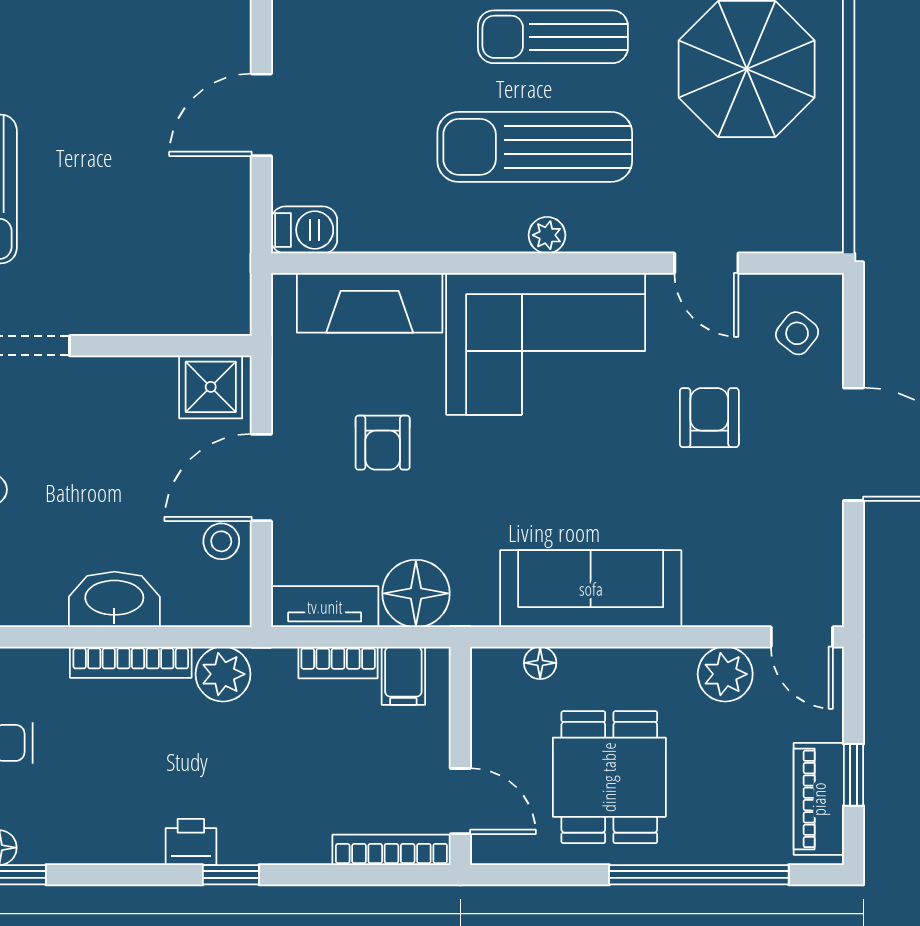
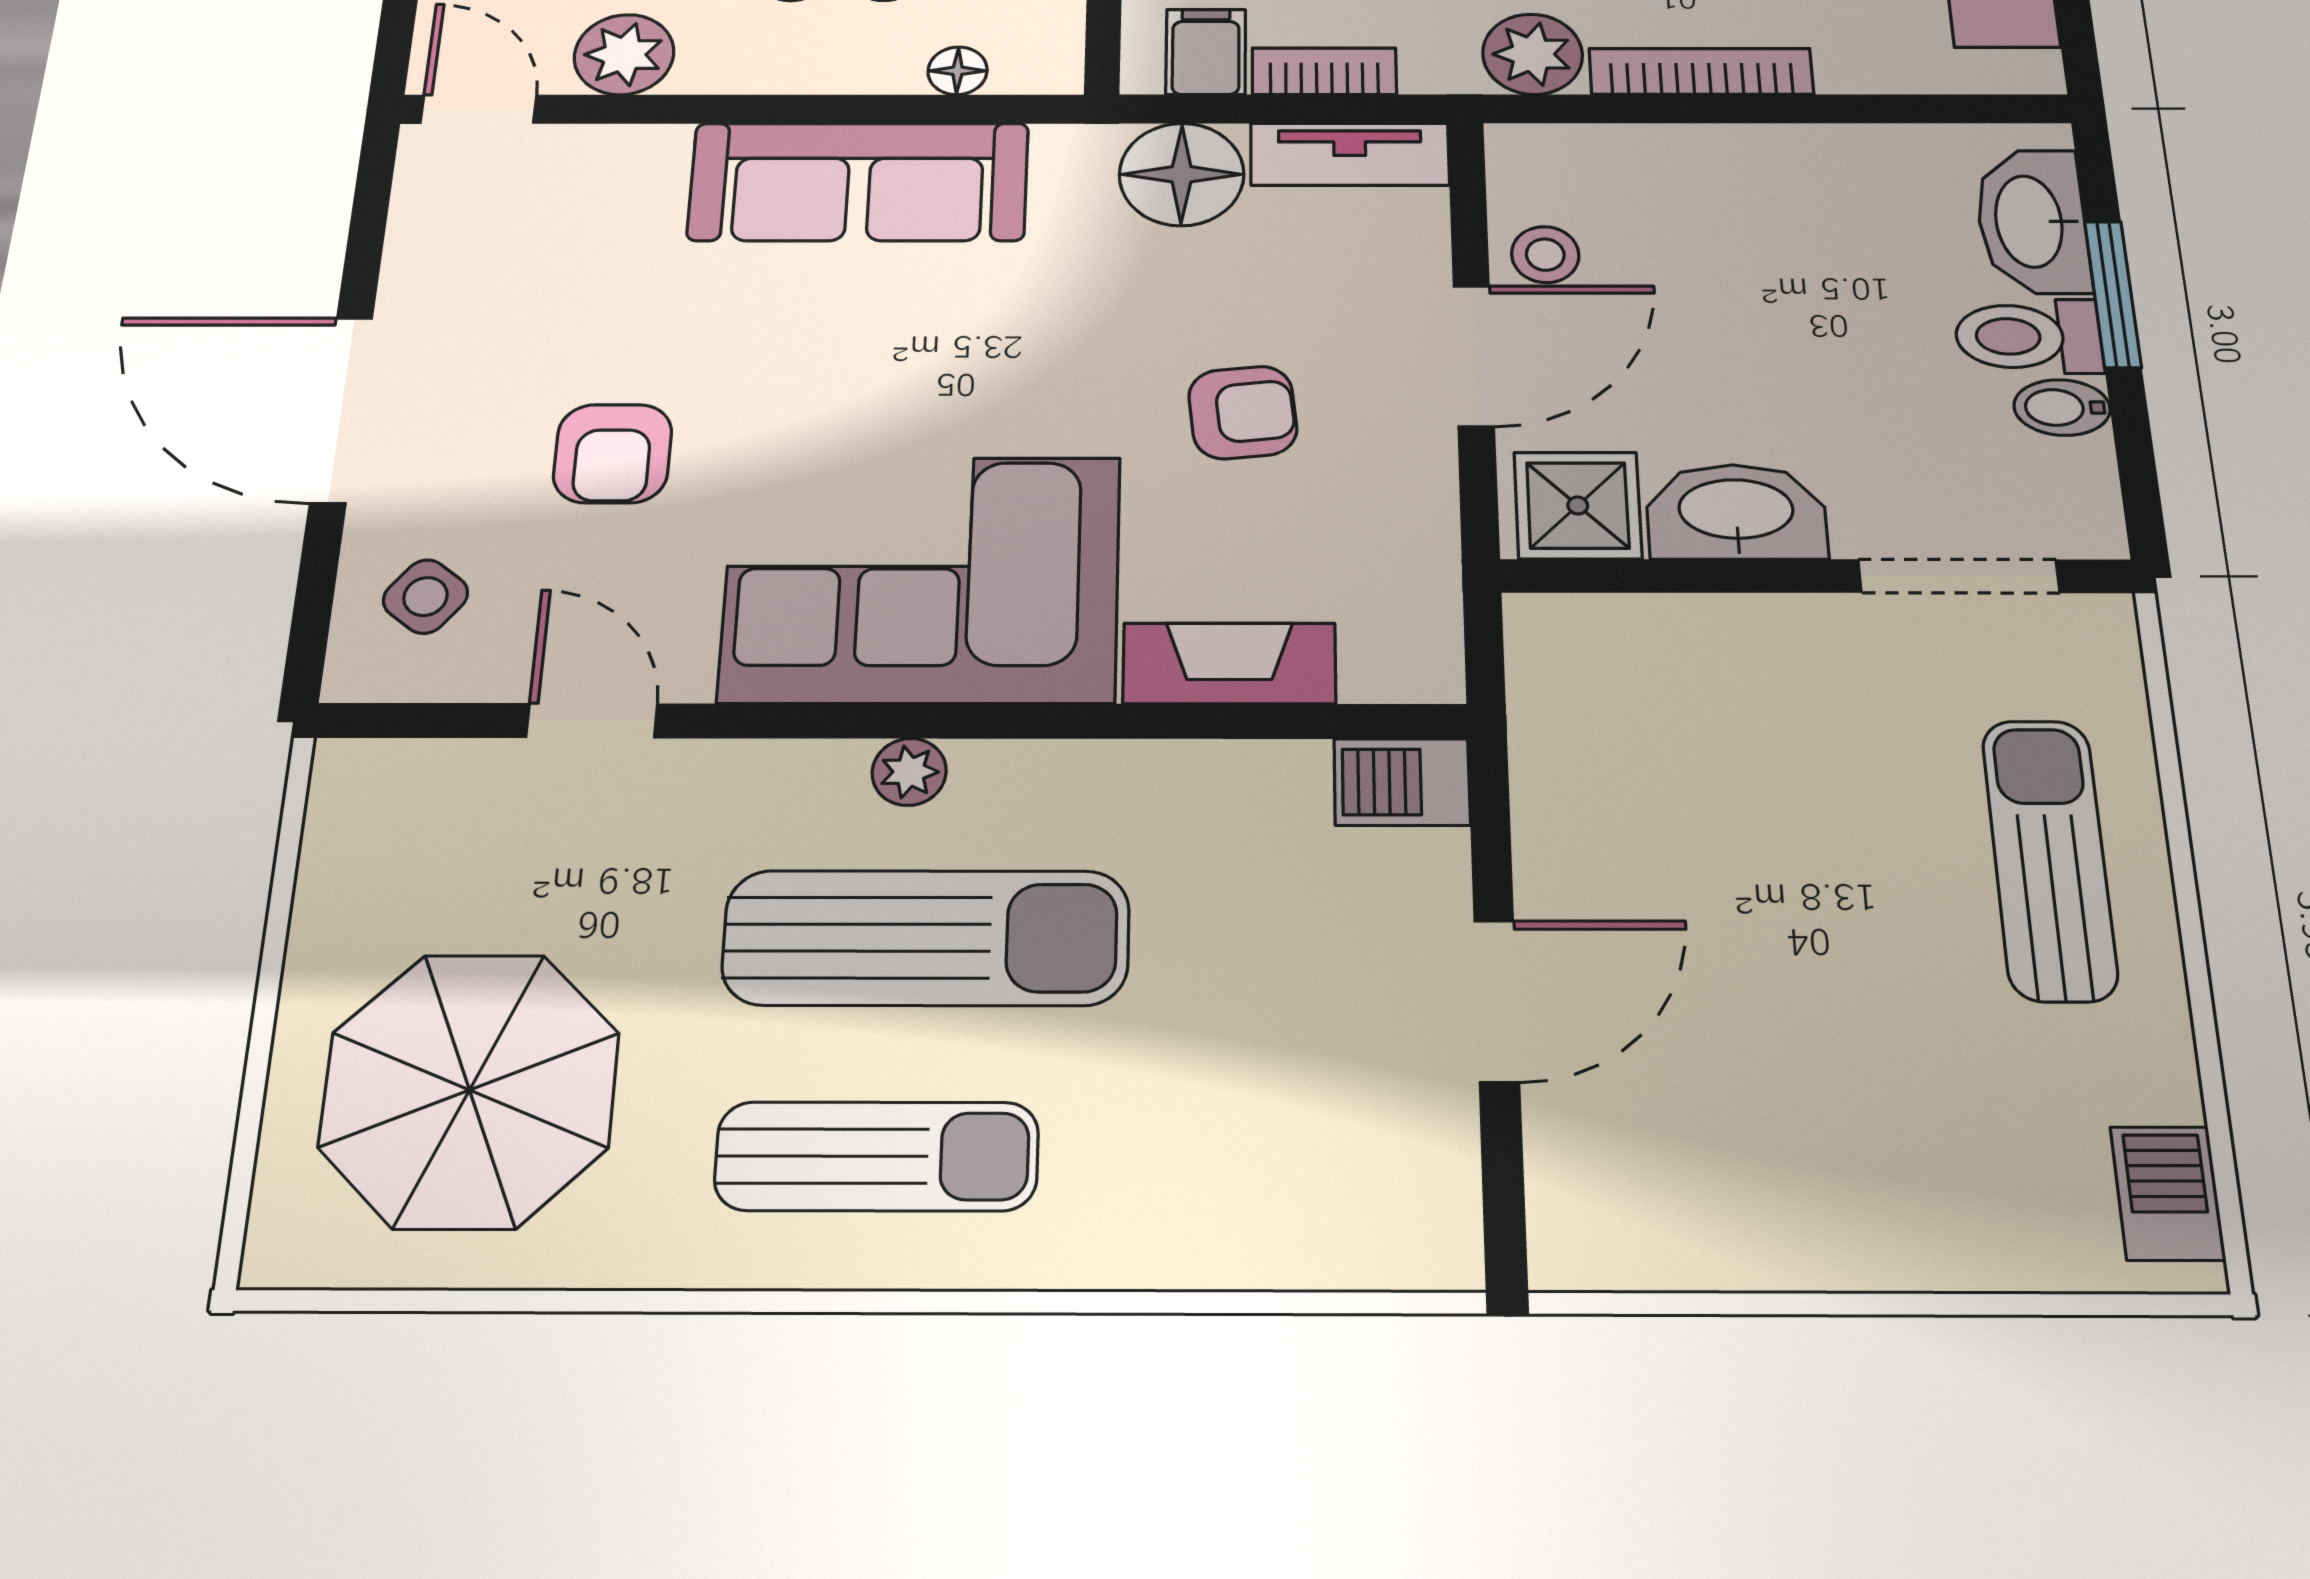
fireplace: (370, 303) -> (1229, 663), width x0.73, depth x0.76
armchair: (383, 443) -> (1243, 412), turned 84
washbasin: (114, 599) -> (1736, 512), moved, turned 180

